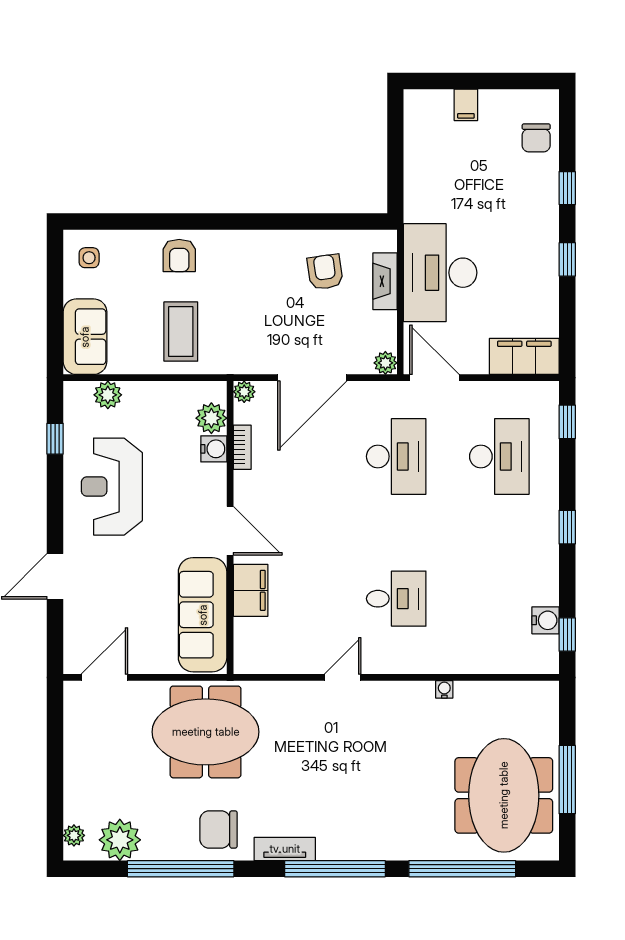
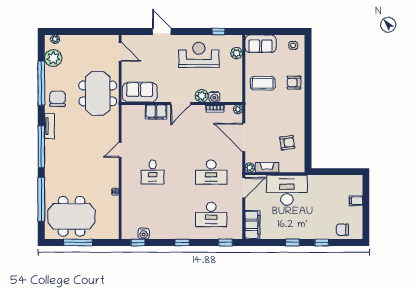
fireplace: (385, 281) -> (267, 167), moved
plant: (211, 418) -> (202, 96), moved
sofa: (203, 615) -> (140, 92), width x0.73
door: (343, 677) -> (120, 150), swing flipped

